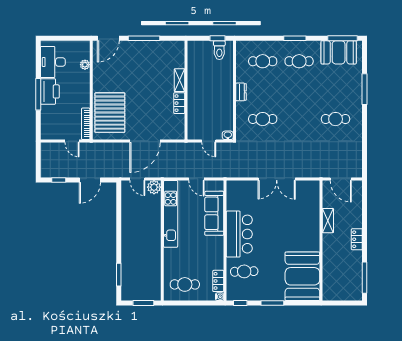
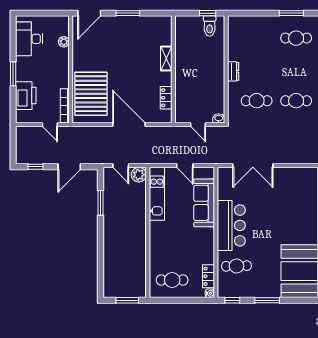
window: (144, 38) -> (128, 13), width x0.69
cafe table: (263, 61) -> (296, 101), moved
printer: (50, 91) -> (26, 96), moved
window: (38, 94) -> (13, 74), width x0.69
locker: (179, 103) -> (166, 98), moved
door: (145, 141) -> (129, 125), swing flipped
double door: (277, 179) -> (253, 166), moved
kitchen unit: (171, 214) -> (157, 194), width x0.73
window: (119, 275) -> (100, 203), moved

